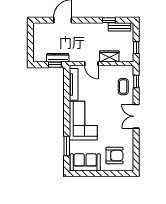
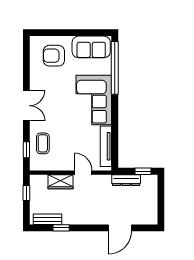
window: (55, 65) -> (143, 171), moved
window: (67, 146) -> (115, 68), width x2.11

